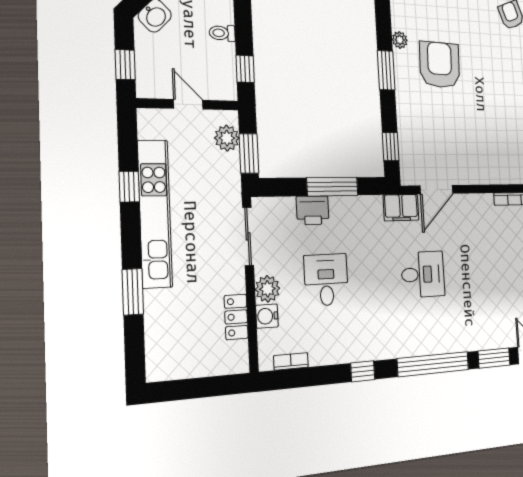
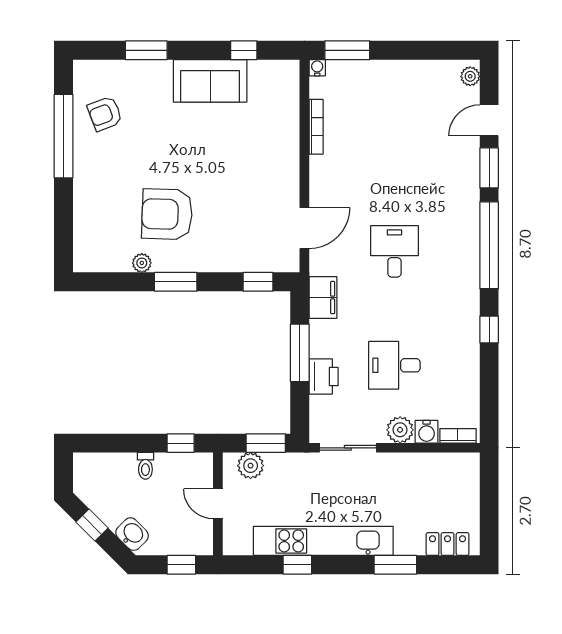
door: (188, 104) -> (218, 504), hinge flipped
door: (436, 190) -> (304, 228), hinge flipped
filing cabinet: (401, 208) -> (323, 298), moved
locker: (236, 317) -> (448, 544), moved, turned 180
bookcase: (291, 361) -> (458, 436), moved, turned 90

